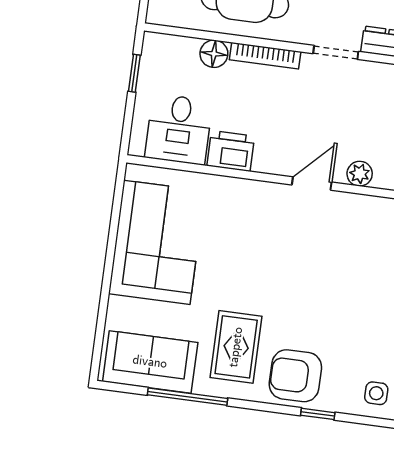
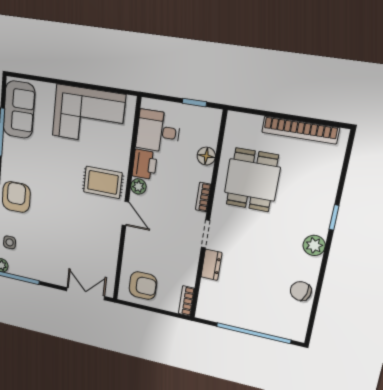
bookcase: (265, 56) -> (203, 197), width x0.64
plant: (360, 174) -> (138, 186), moved
rug: (236, 347) -> (103, 182), moved

